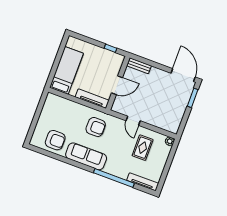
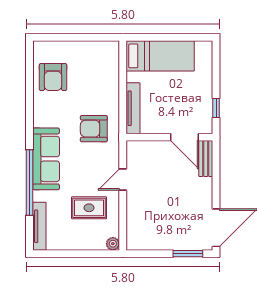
door: (117, 85) -> (184, 137), moved
armchair: (96, 127) -> (94, 129), turned 90
sofa: (86, 156) -> (46, 159), moved

